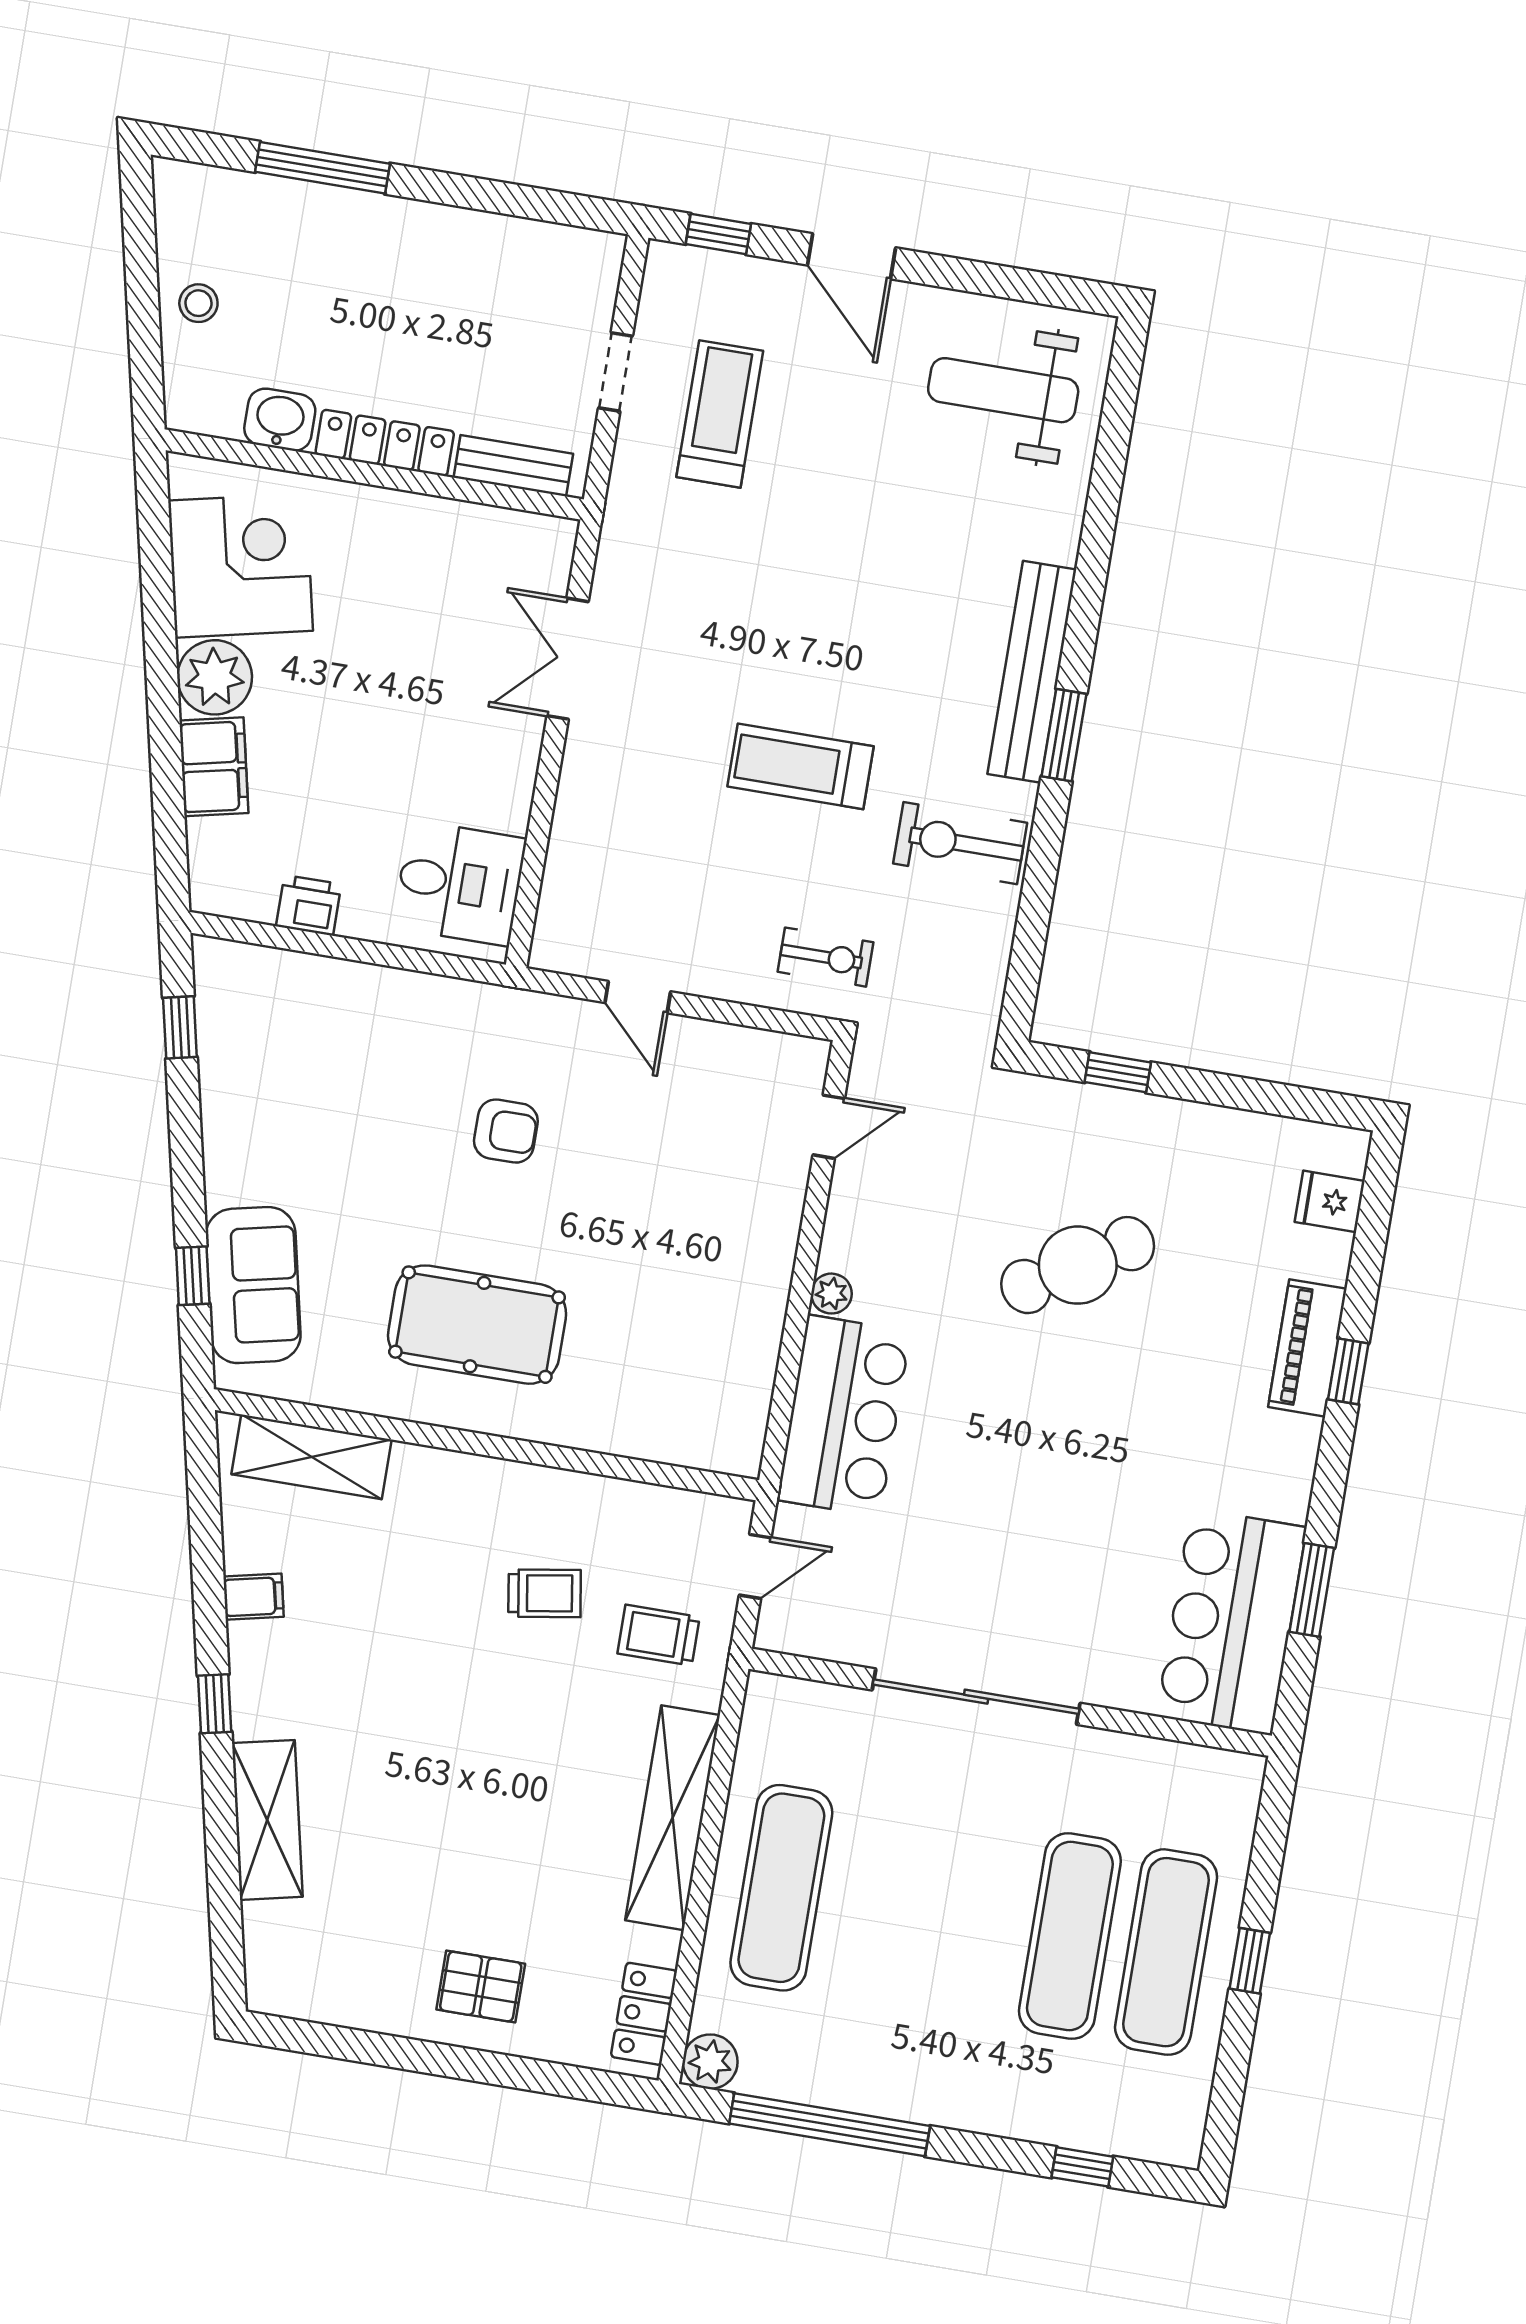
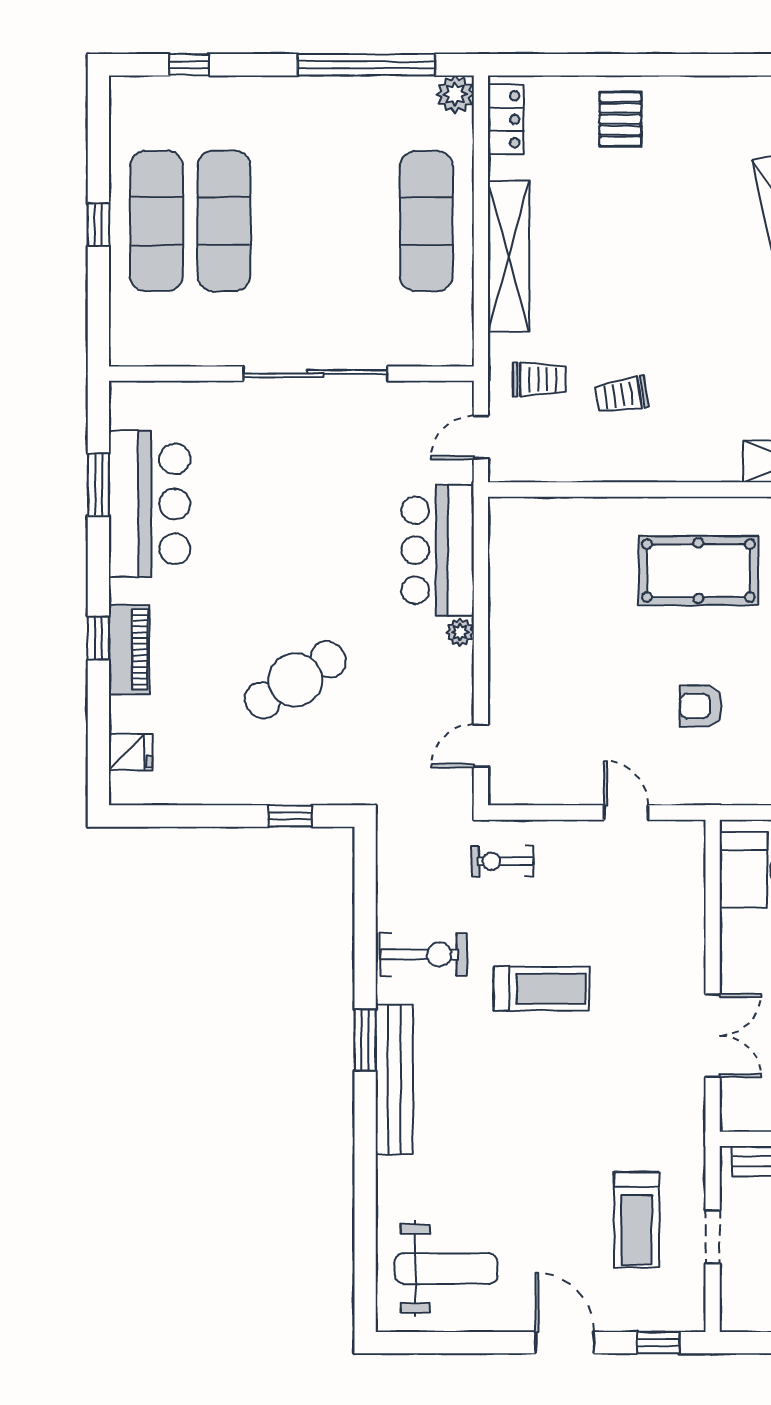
bar counter: (1231, 1622) -> (150, 504), moved
pallet: (481, 1987) -> (620, 119), turned 90

